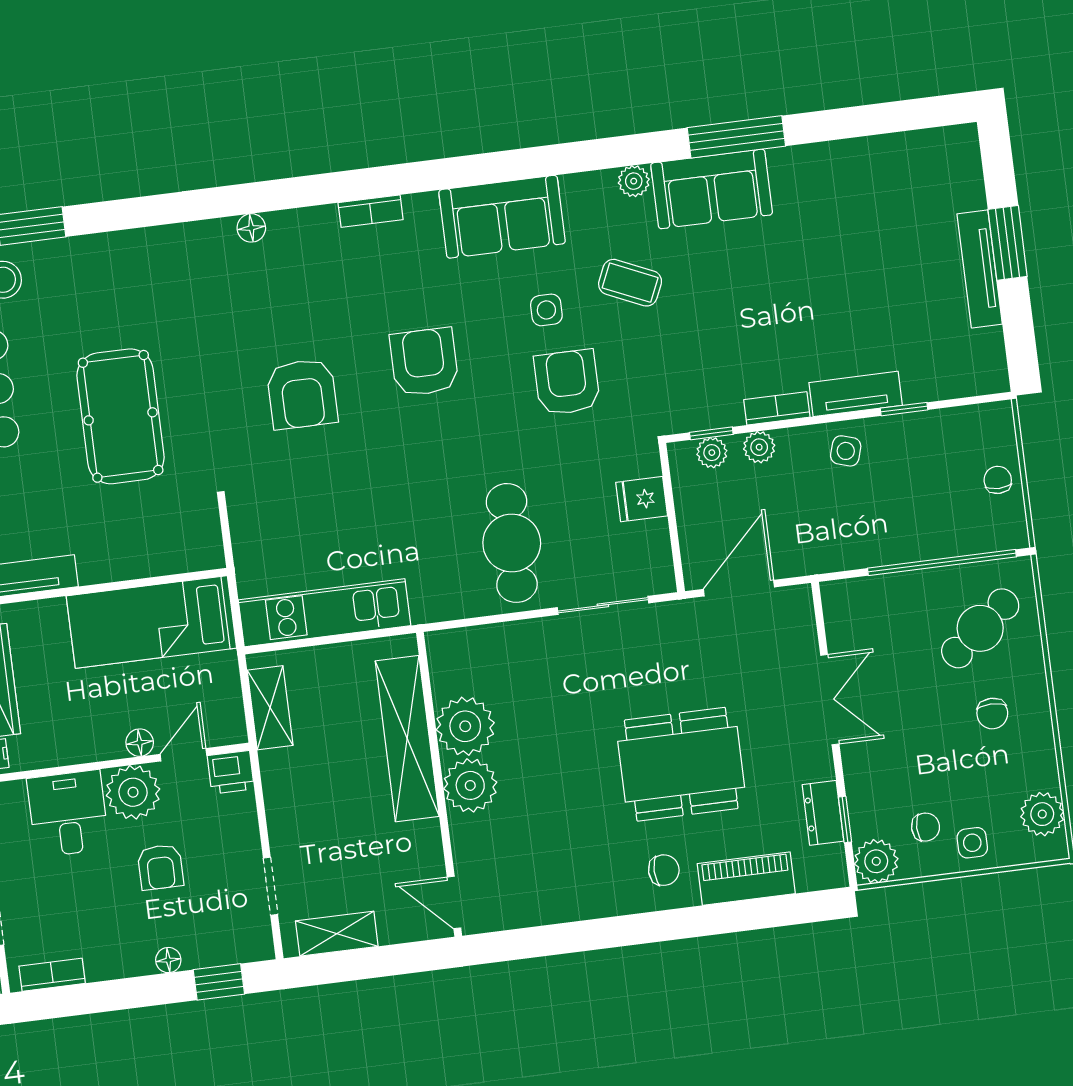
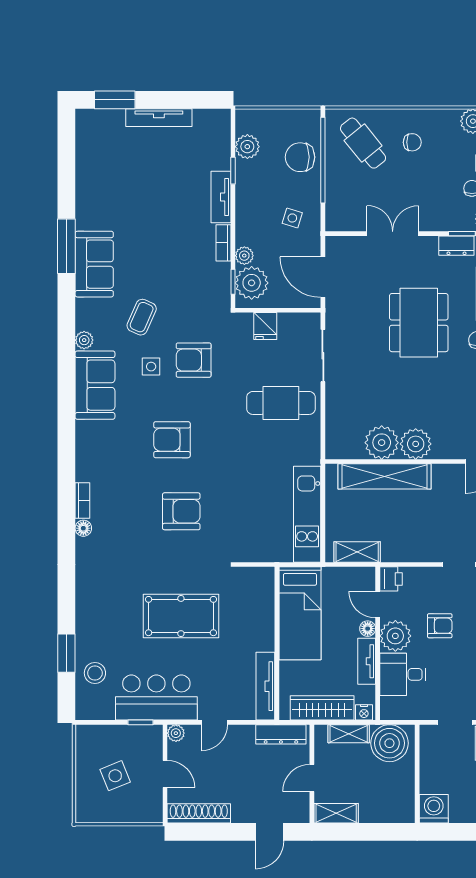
plant: (634, 181) -> (84, 340), moved
bookcase: (371, 211) -> (82, 500), moved
window: (1008, 243) -> (115, 100), moved
plant: (949, 429) -> (247, 147), added
side table: (846, 451) -> (292, 218), moved
plant: (712, 453) -> (252, 283), width x1.88, depth x1.88
chair: (998, 480) -> (300, 157), moved, width x1.87, depth x1.87
tv unit: (83, 748) -> (367, 661), added

